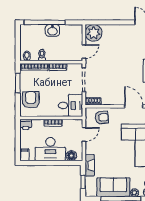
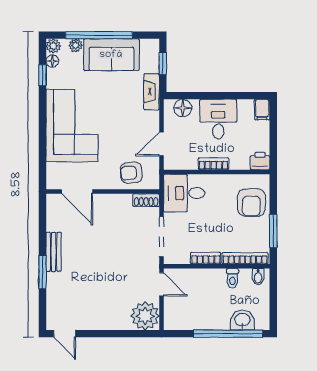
washbasin: (52, 30) -> (242, 320), moved
door: (84, 52) -> (161, 284), swing flipped
desk: (50, 149) -> (218, 119), width x0.73

